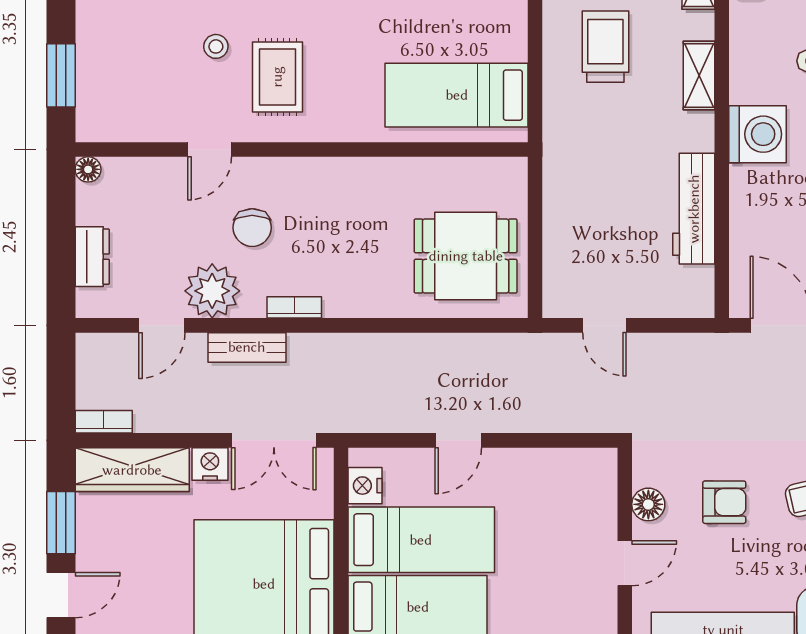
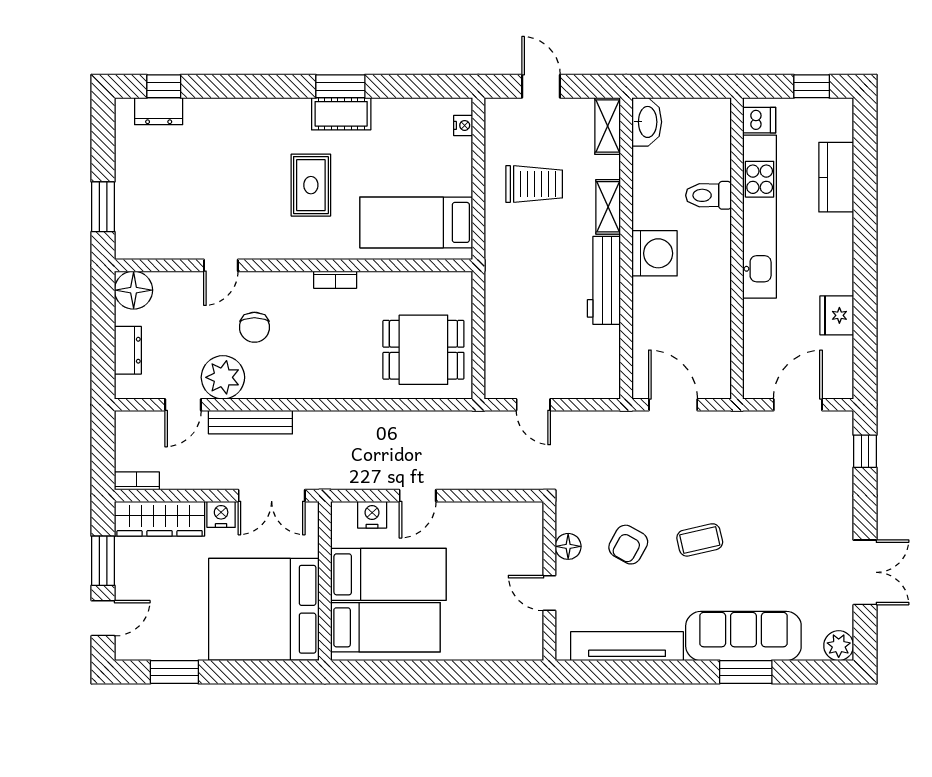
stool: (216, 46) -> (226, 184), removed
trolley: (605, 47) -> (534, 184), turned 90
rug: (277, 77) -> (311, 185), moved
floor lamp: (88, 169) -> (134, 290), width x1.89, depth x1.89
workbench: (694, 209) -> (604, 280), moved
bookcase: (294, 307) -> (335, 280), moved, turned 180
bench: (247, 347) -> (250, 422), width x1.36
nightstand: (365, 486) -> (372, 515), moved, turned 90
armchair: (724, 502) -> (628, 545), turned 119
door: (625, 563) -> (549, 593), swing flipped

